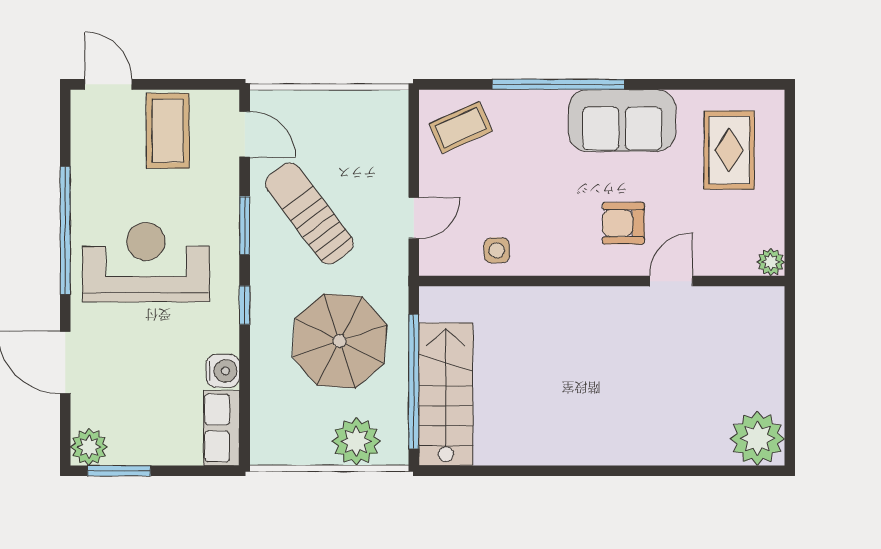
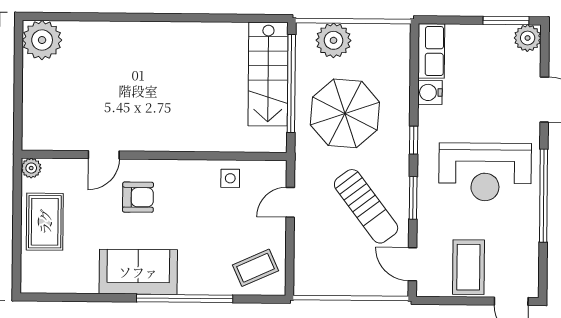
rug: (729, 150) -> (45, 222), moved

